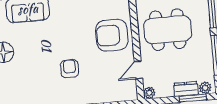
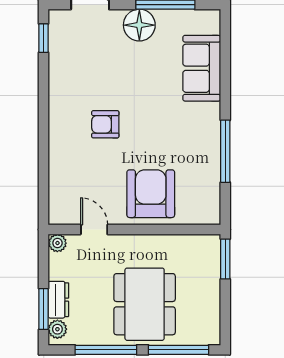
dining table: (168, 30) -> (145, 304), moved
armchair: (70, 69) -> (105, 124), turned 180

